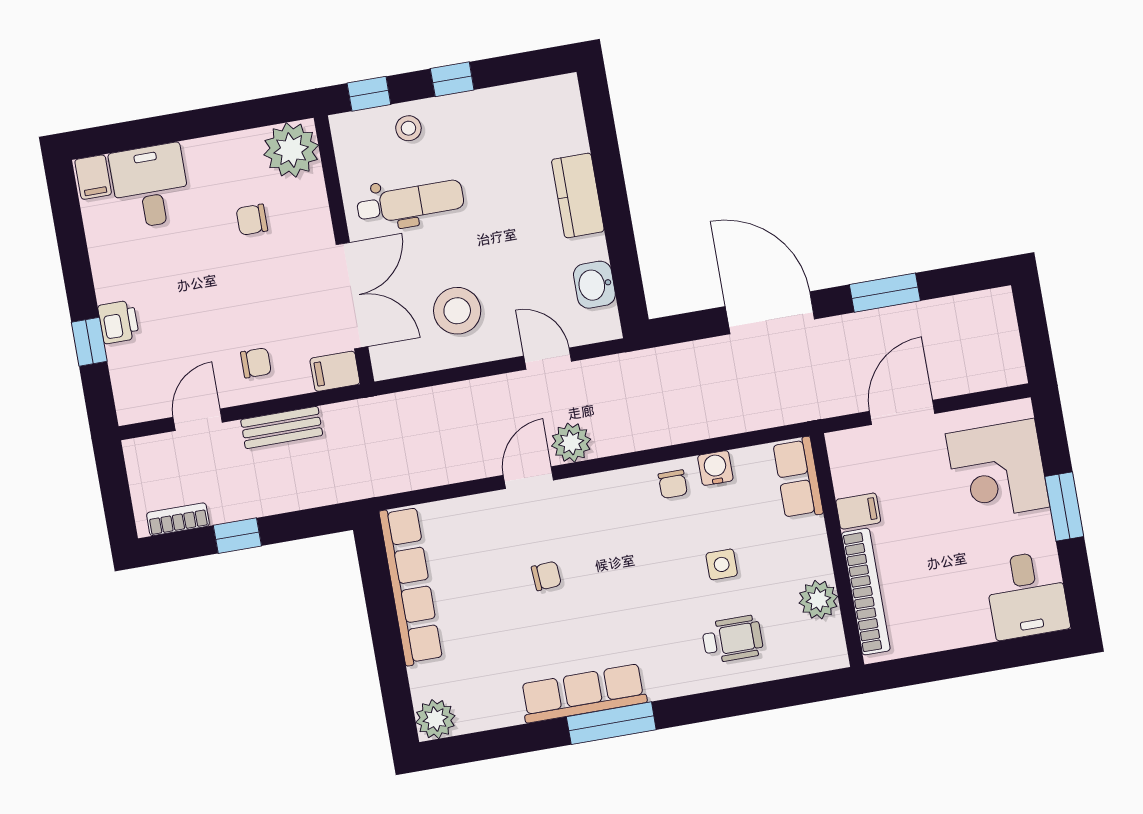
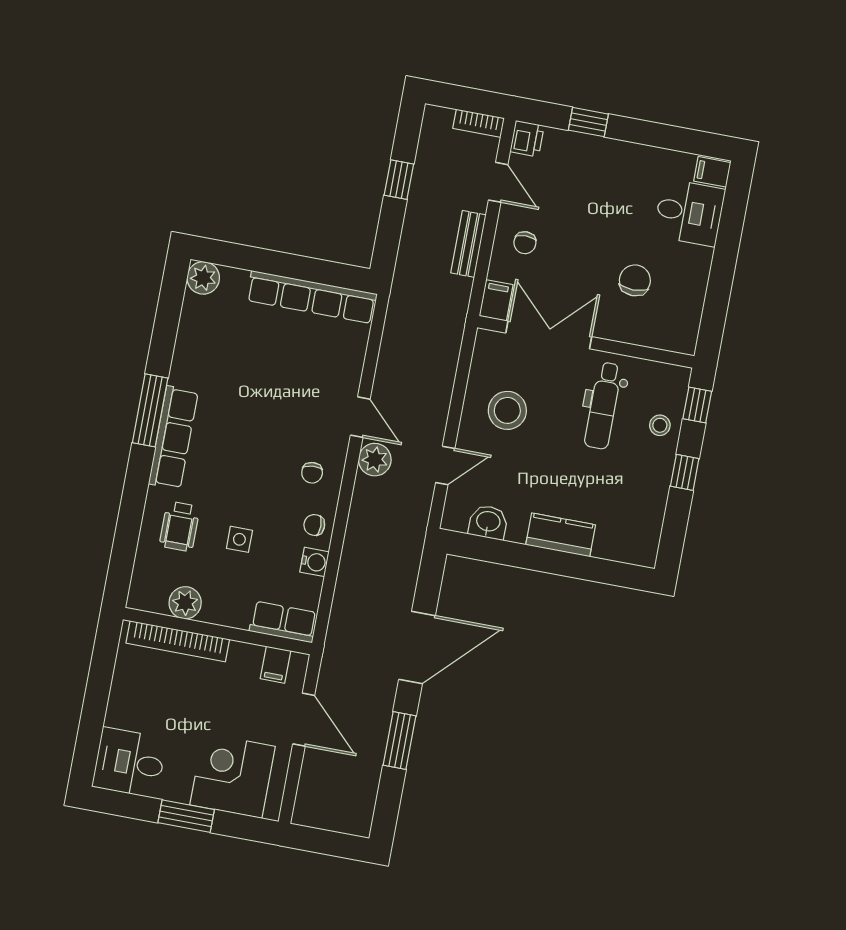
plant: (291, 150) -> (677, 330), removed
chair: (252, 220) -> (635, 280), width x1.37, depth x1.37
double door: (352, 296) -> (549, 335), swing flipped
printer: (118, 322) -> (527, 139), moved, turned -90
filing cabinet: (858, 511) -> (275, 665), moved
bookcase: (178, 519) -> (479, 123), moved, turned 90
chair: (546, 576) -> (312, 473), moved
row of seats: (583, 693) -> (173, 438), moved

